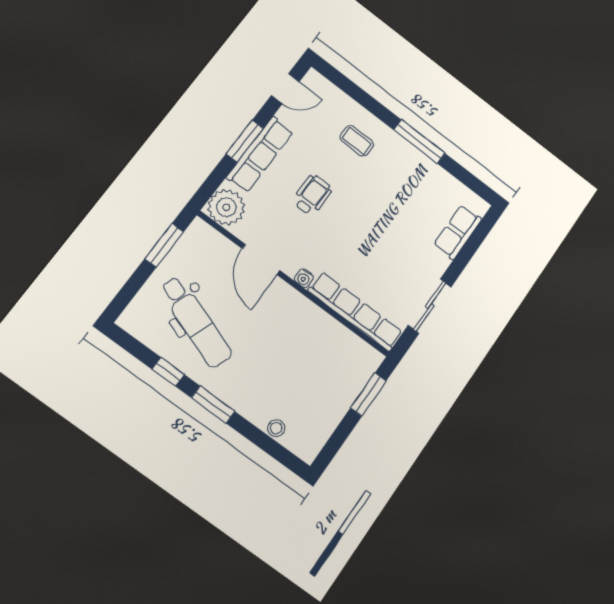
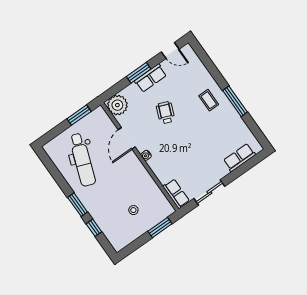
coffee table: (357, 141) -> (209, 100), moved
row of seats: (260, 154) -> (151, 78), width x0.68
wheelchair: (312, 195) -> (165, 113), turned -68
row of seats: (355, 312) -> (176, 194), width x0.50
window: (168, 372) -> (94, 228), moved
stool: (276, 428) -> (133, 210), moved

